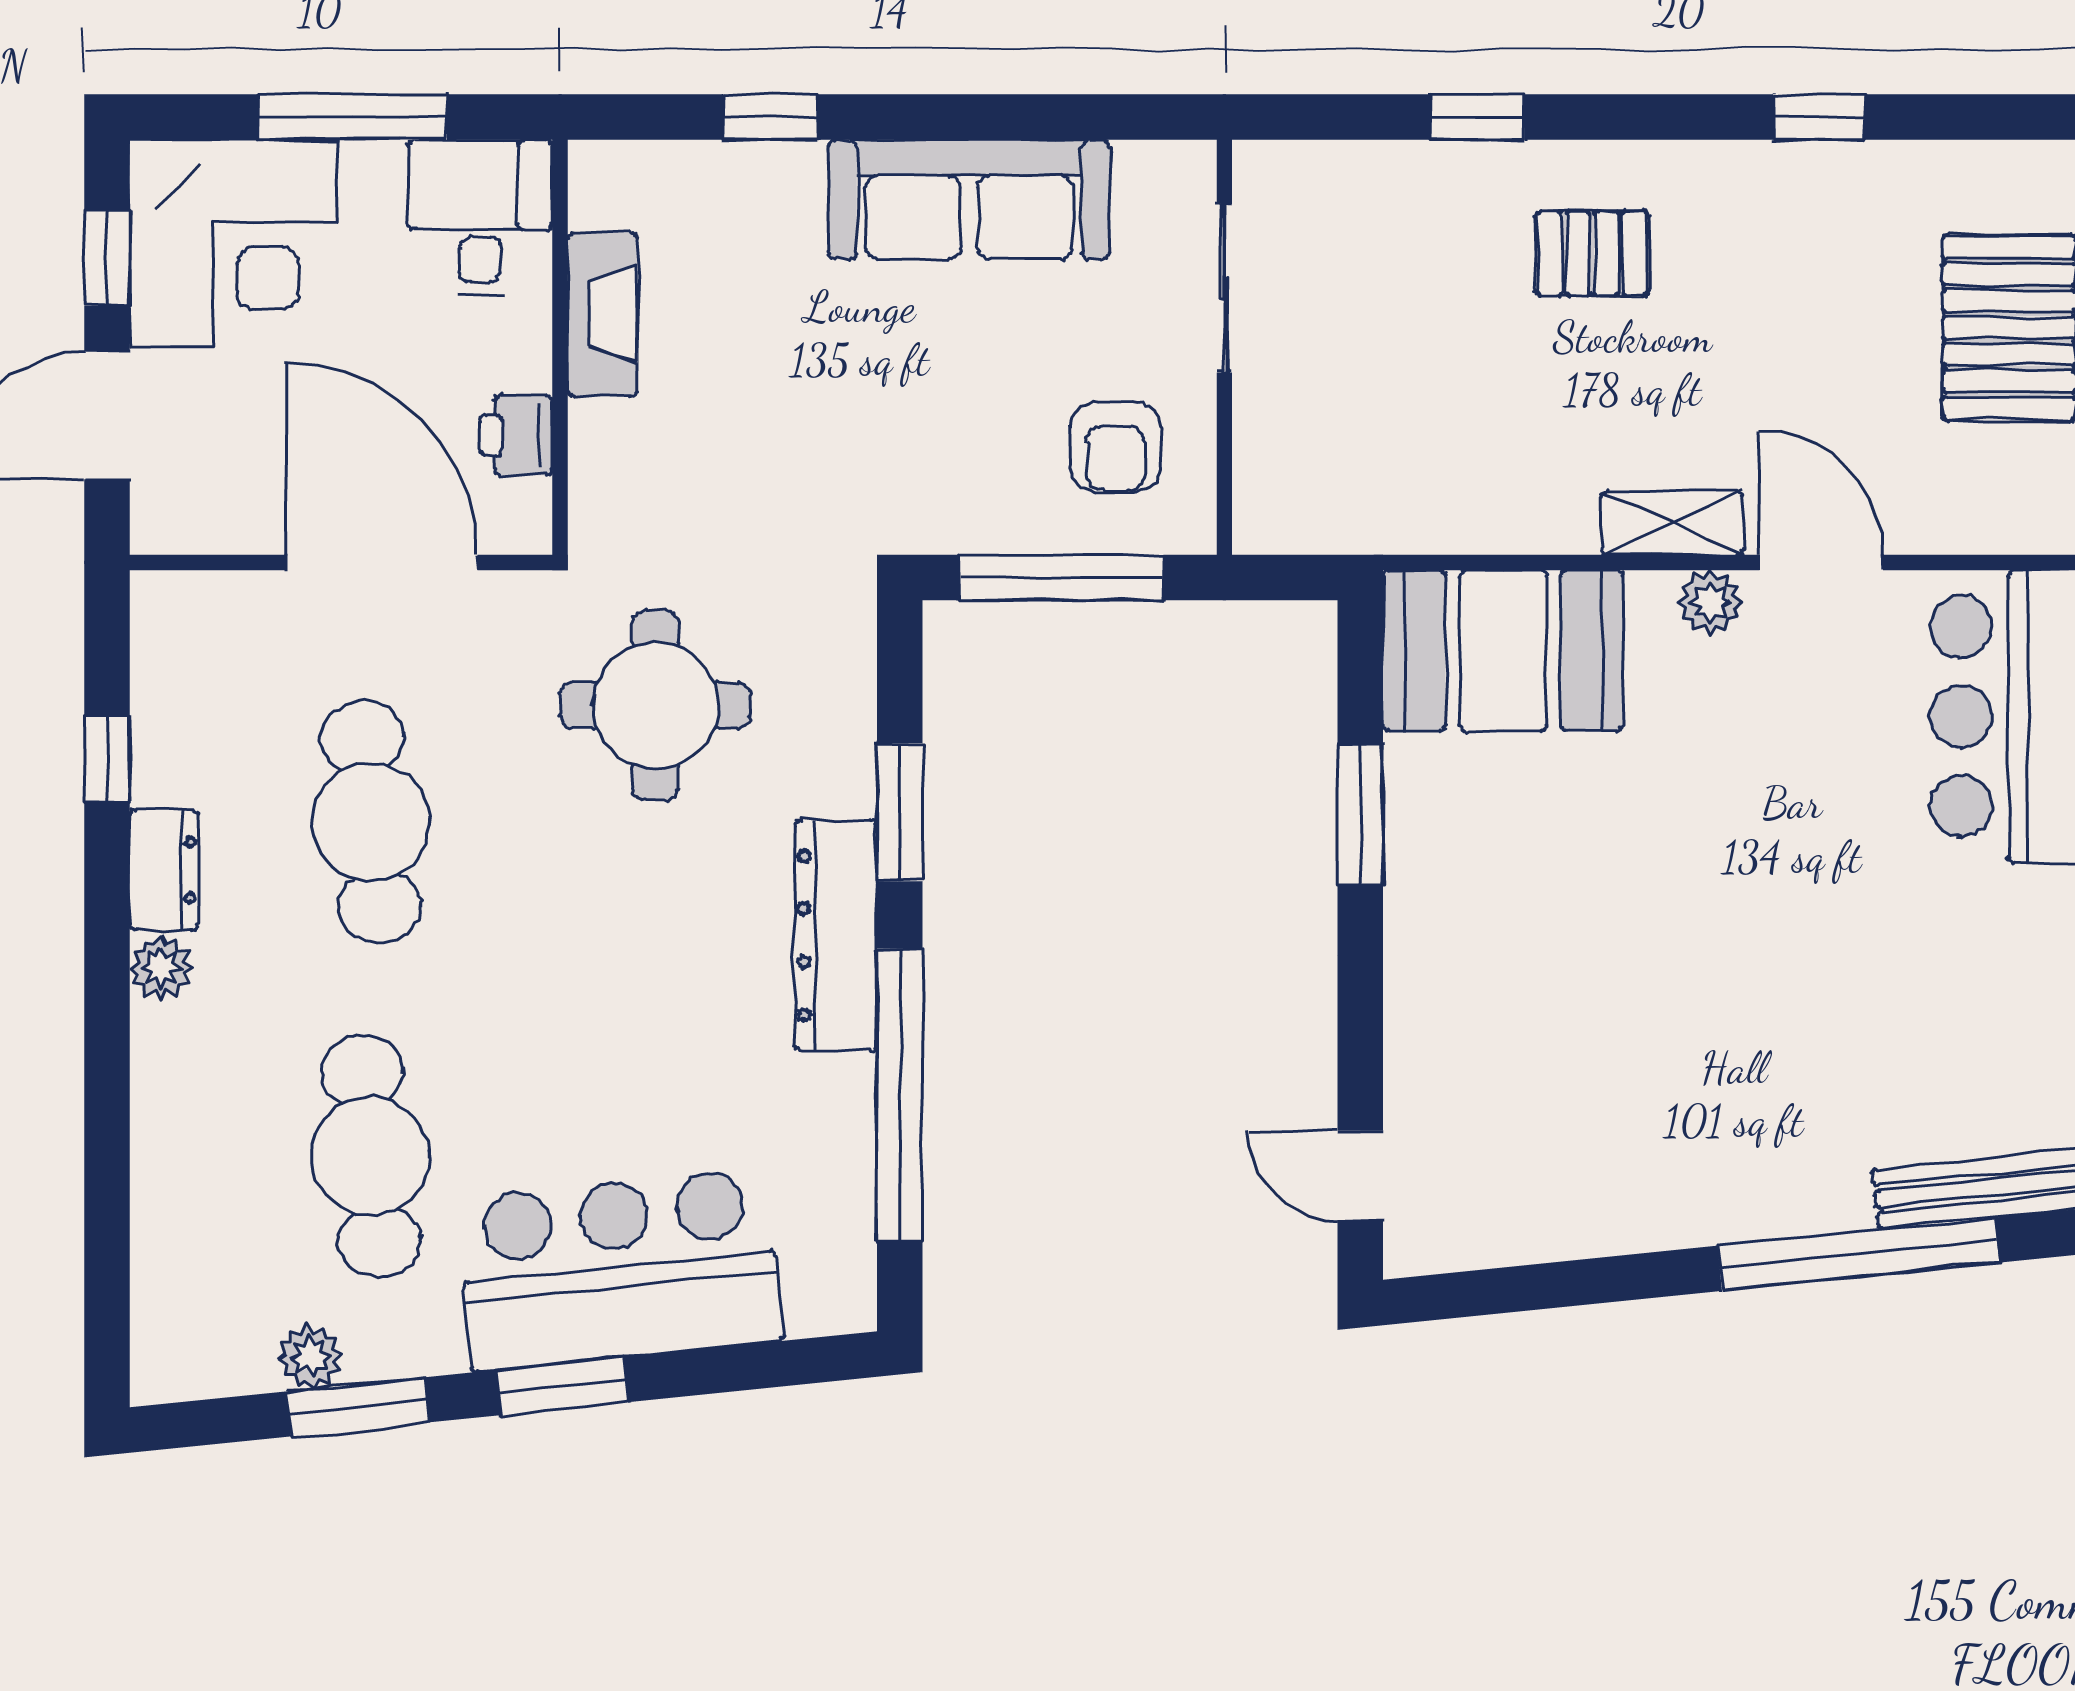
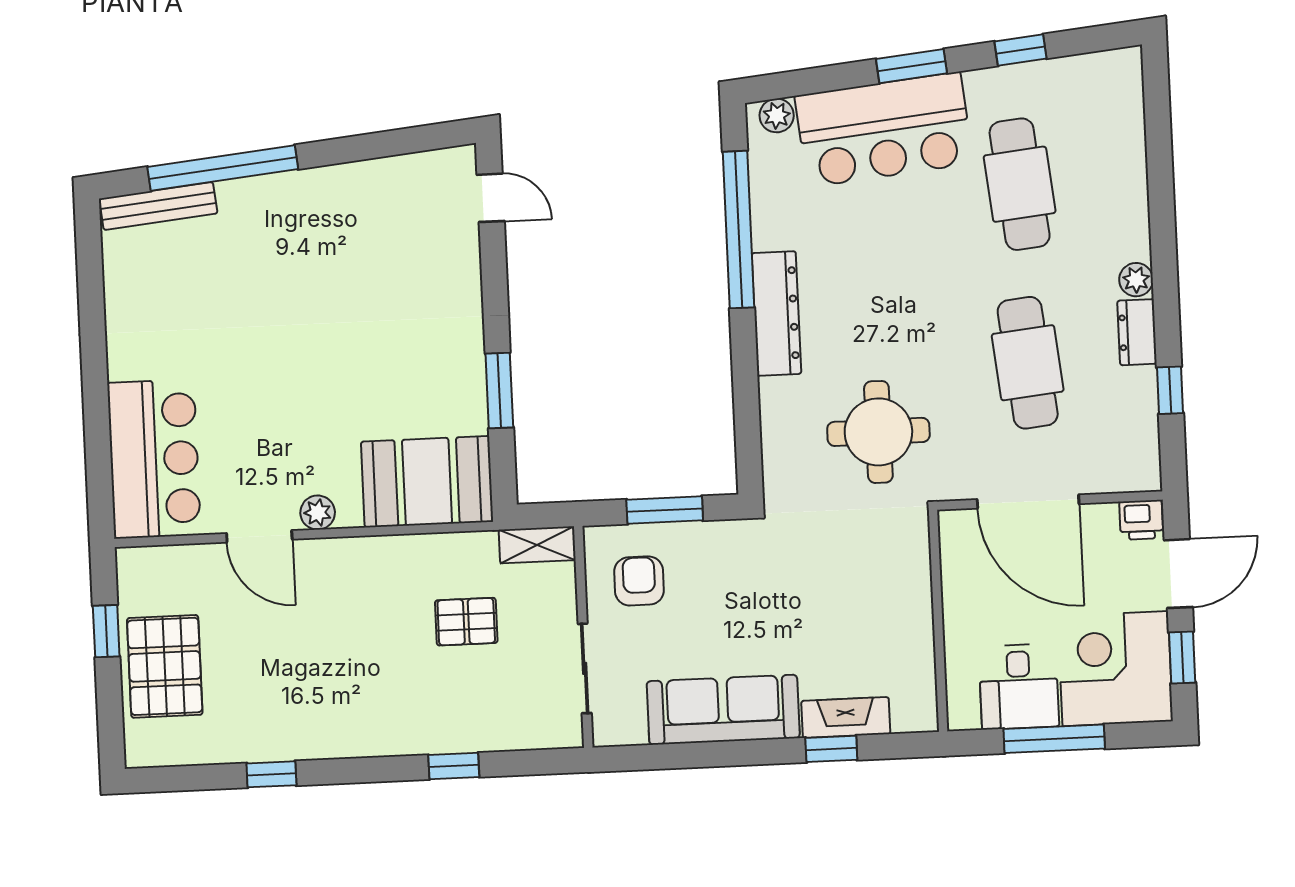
desk: (480, 217) -> (1019, 687), moved
pallet: (1592, 254) -> (466, 622), moved
fireplace: (603, 314) -> (846, 717), moved, turned 90
printer: (516, 435) -> (1141, 520), moved, turned 90
shelving: (1672, 523) -> (537, 545), moved
window: (1062, 578) -> (665, 510), width x0.69
window: (900, 812) -> (745, 381), removed
plant: (311, 1357) -> (777, 115), moved
window: (358, 1407) -> (1020, 50), width x0.67

